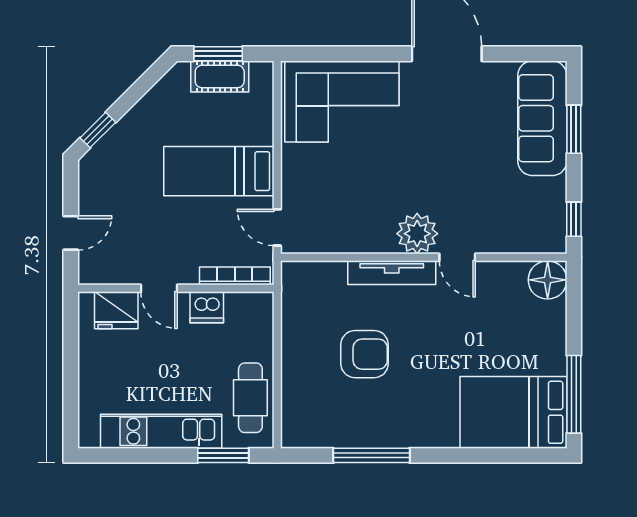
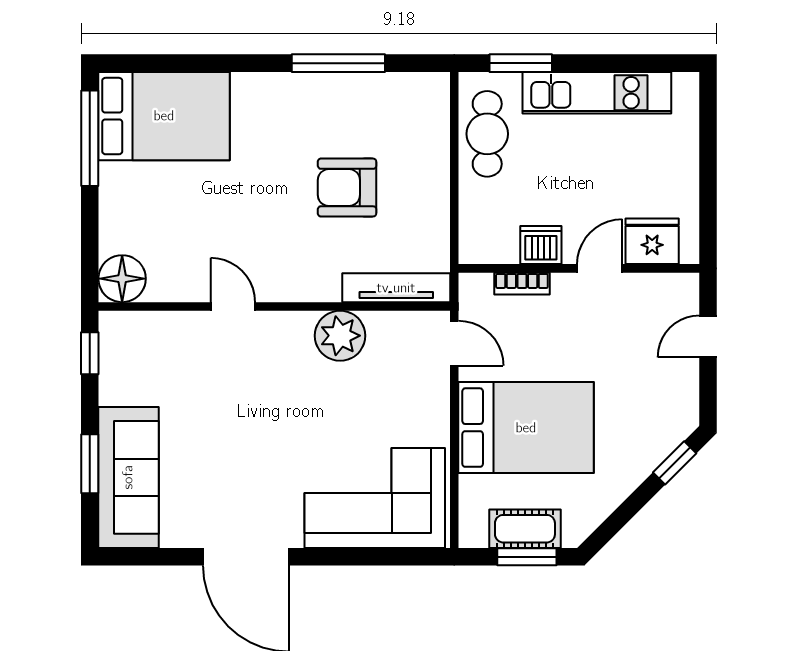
bed: (219, 171) -> (526, 428), width x1.50
plant: (417, 234) -> (340, 336), moved
tv unit: (392, 273) -> (396, 288), moved
bookcase: (235, 276) -> (522, 284), width x0.64
door: (159, 288) -> (600, 268), hinge flipped

